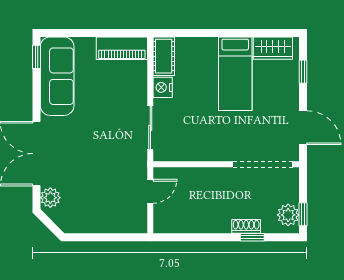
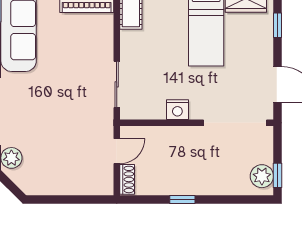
nightstand: (163, 87) -> (177, 110), moved, turned -90
shoe rack: (246, 226) -> (127, 179), moved, turned 90
window: (252, 237) -> (182, 200), moved

